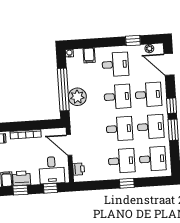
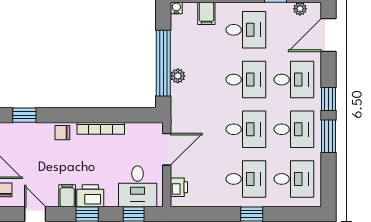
door: (169, 64) -> (328, 35), hinge flipped
plant: (77, 97) -> (178, 76), width x0.53, depth x0.53
door: (69, 145) -> (167, 149), swing flipped

